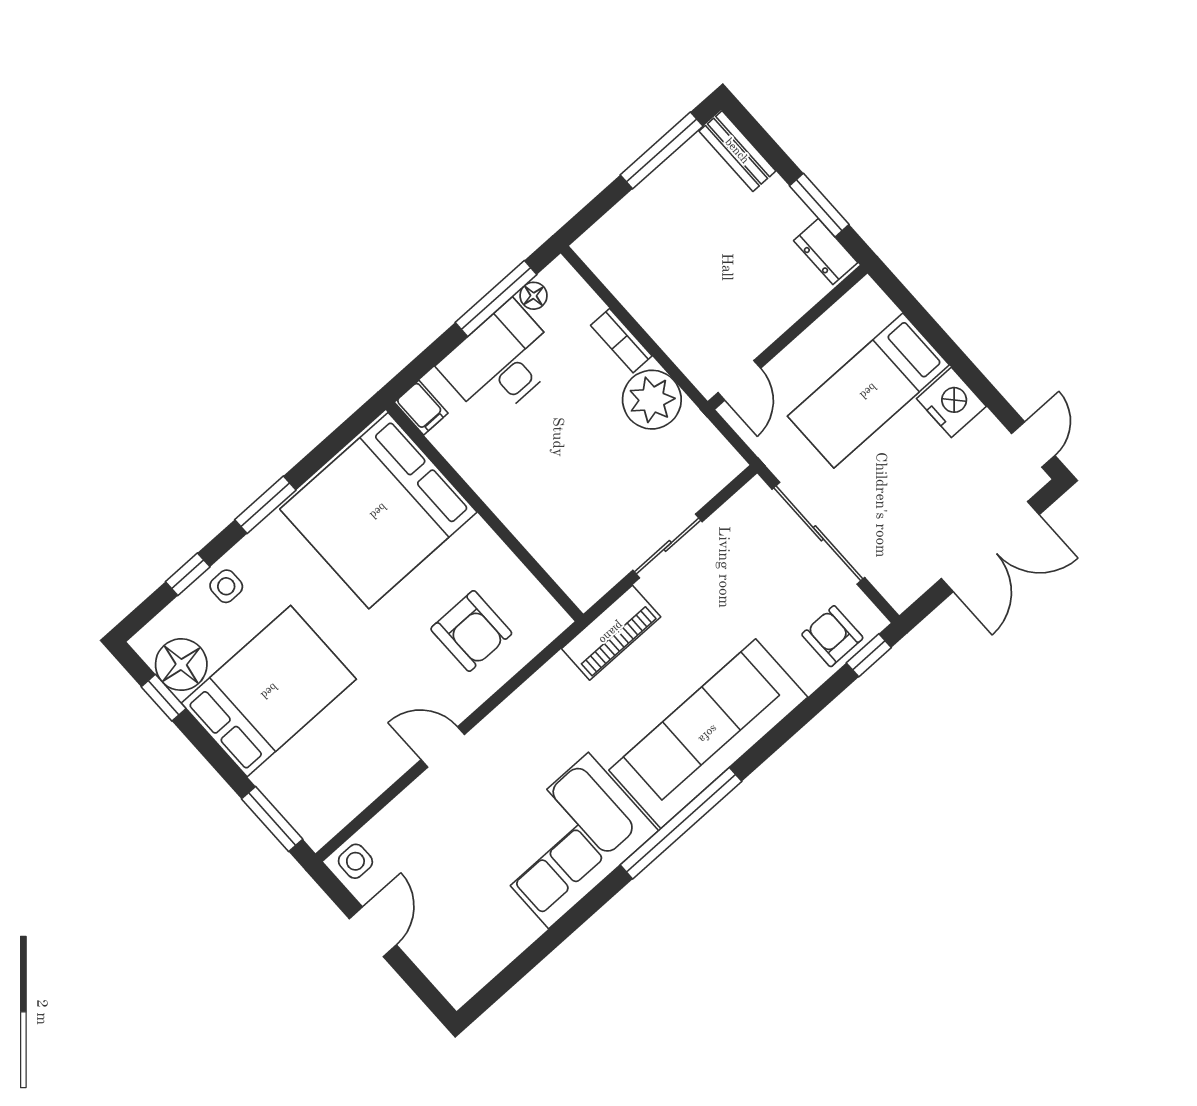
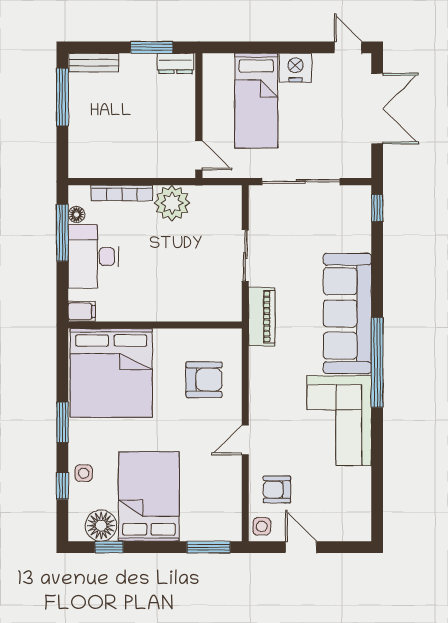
bookcase: (621, 341) -> (122, 193), width x1.56
armchair: (832, 636) -> (277, 489), moved

